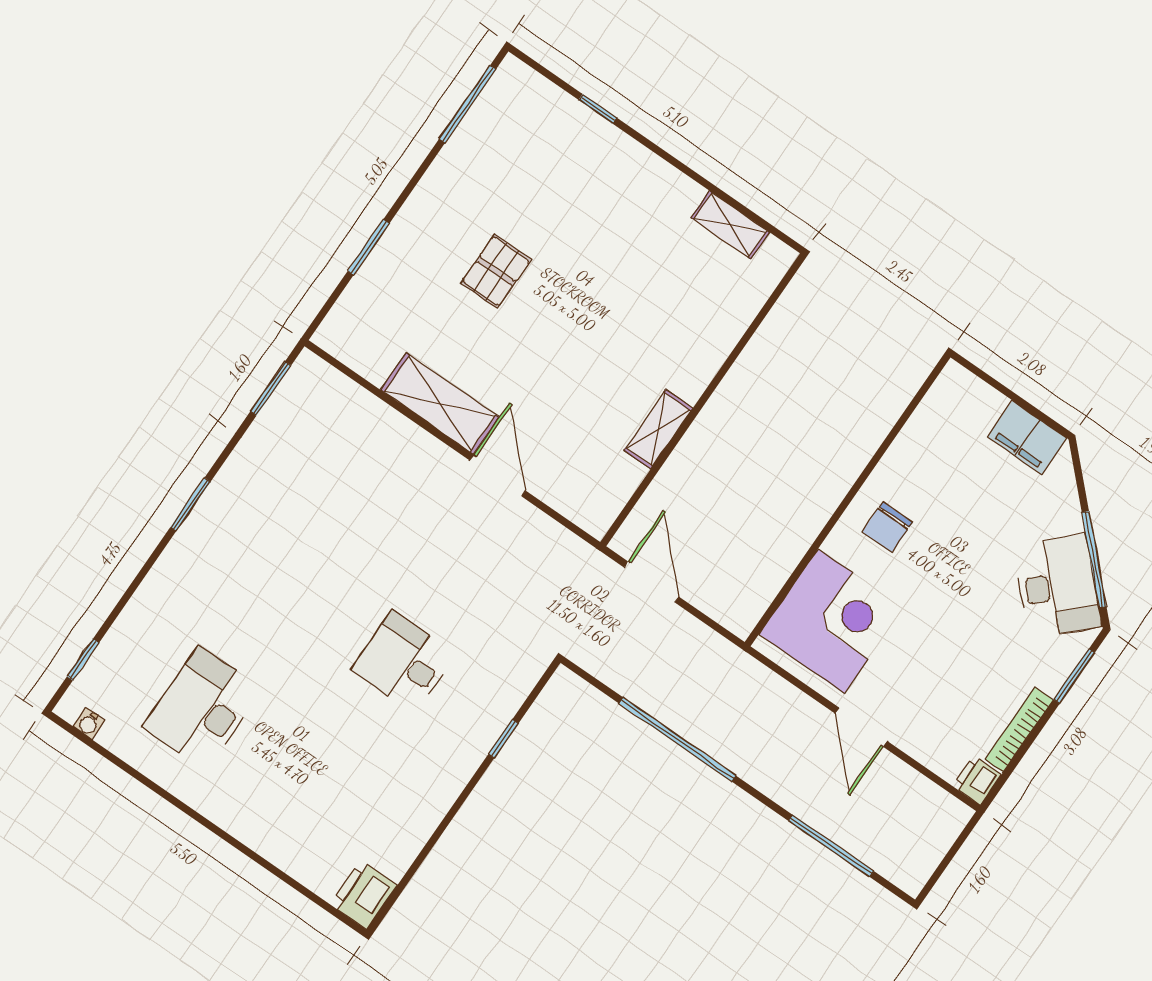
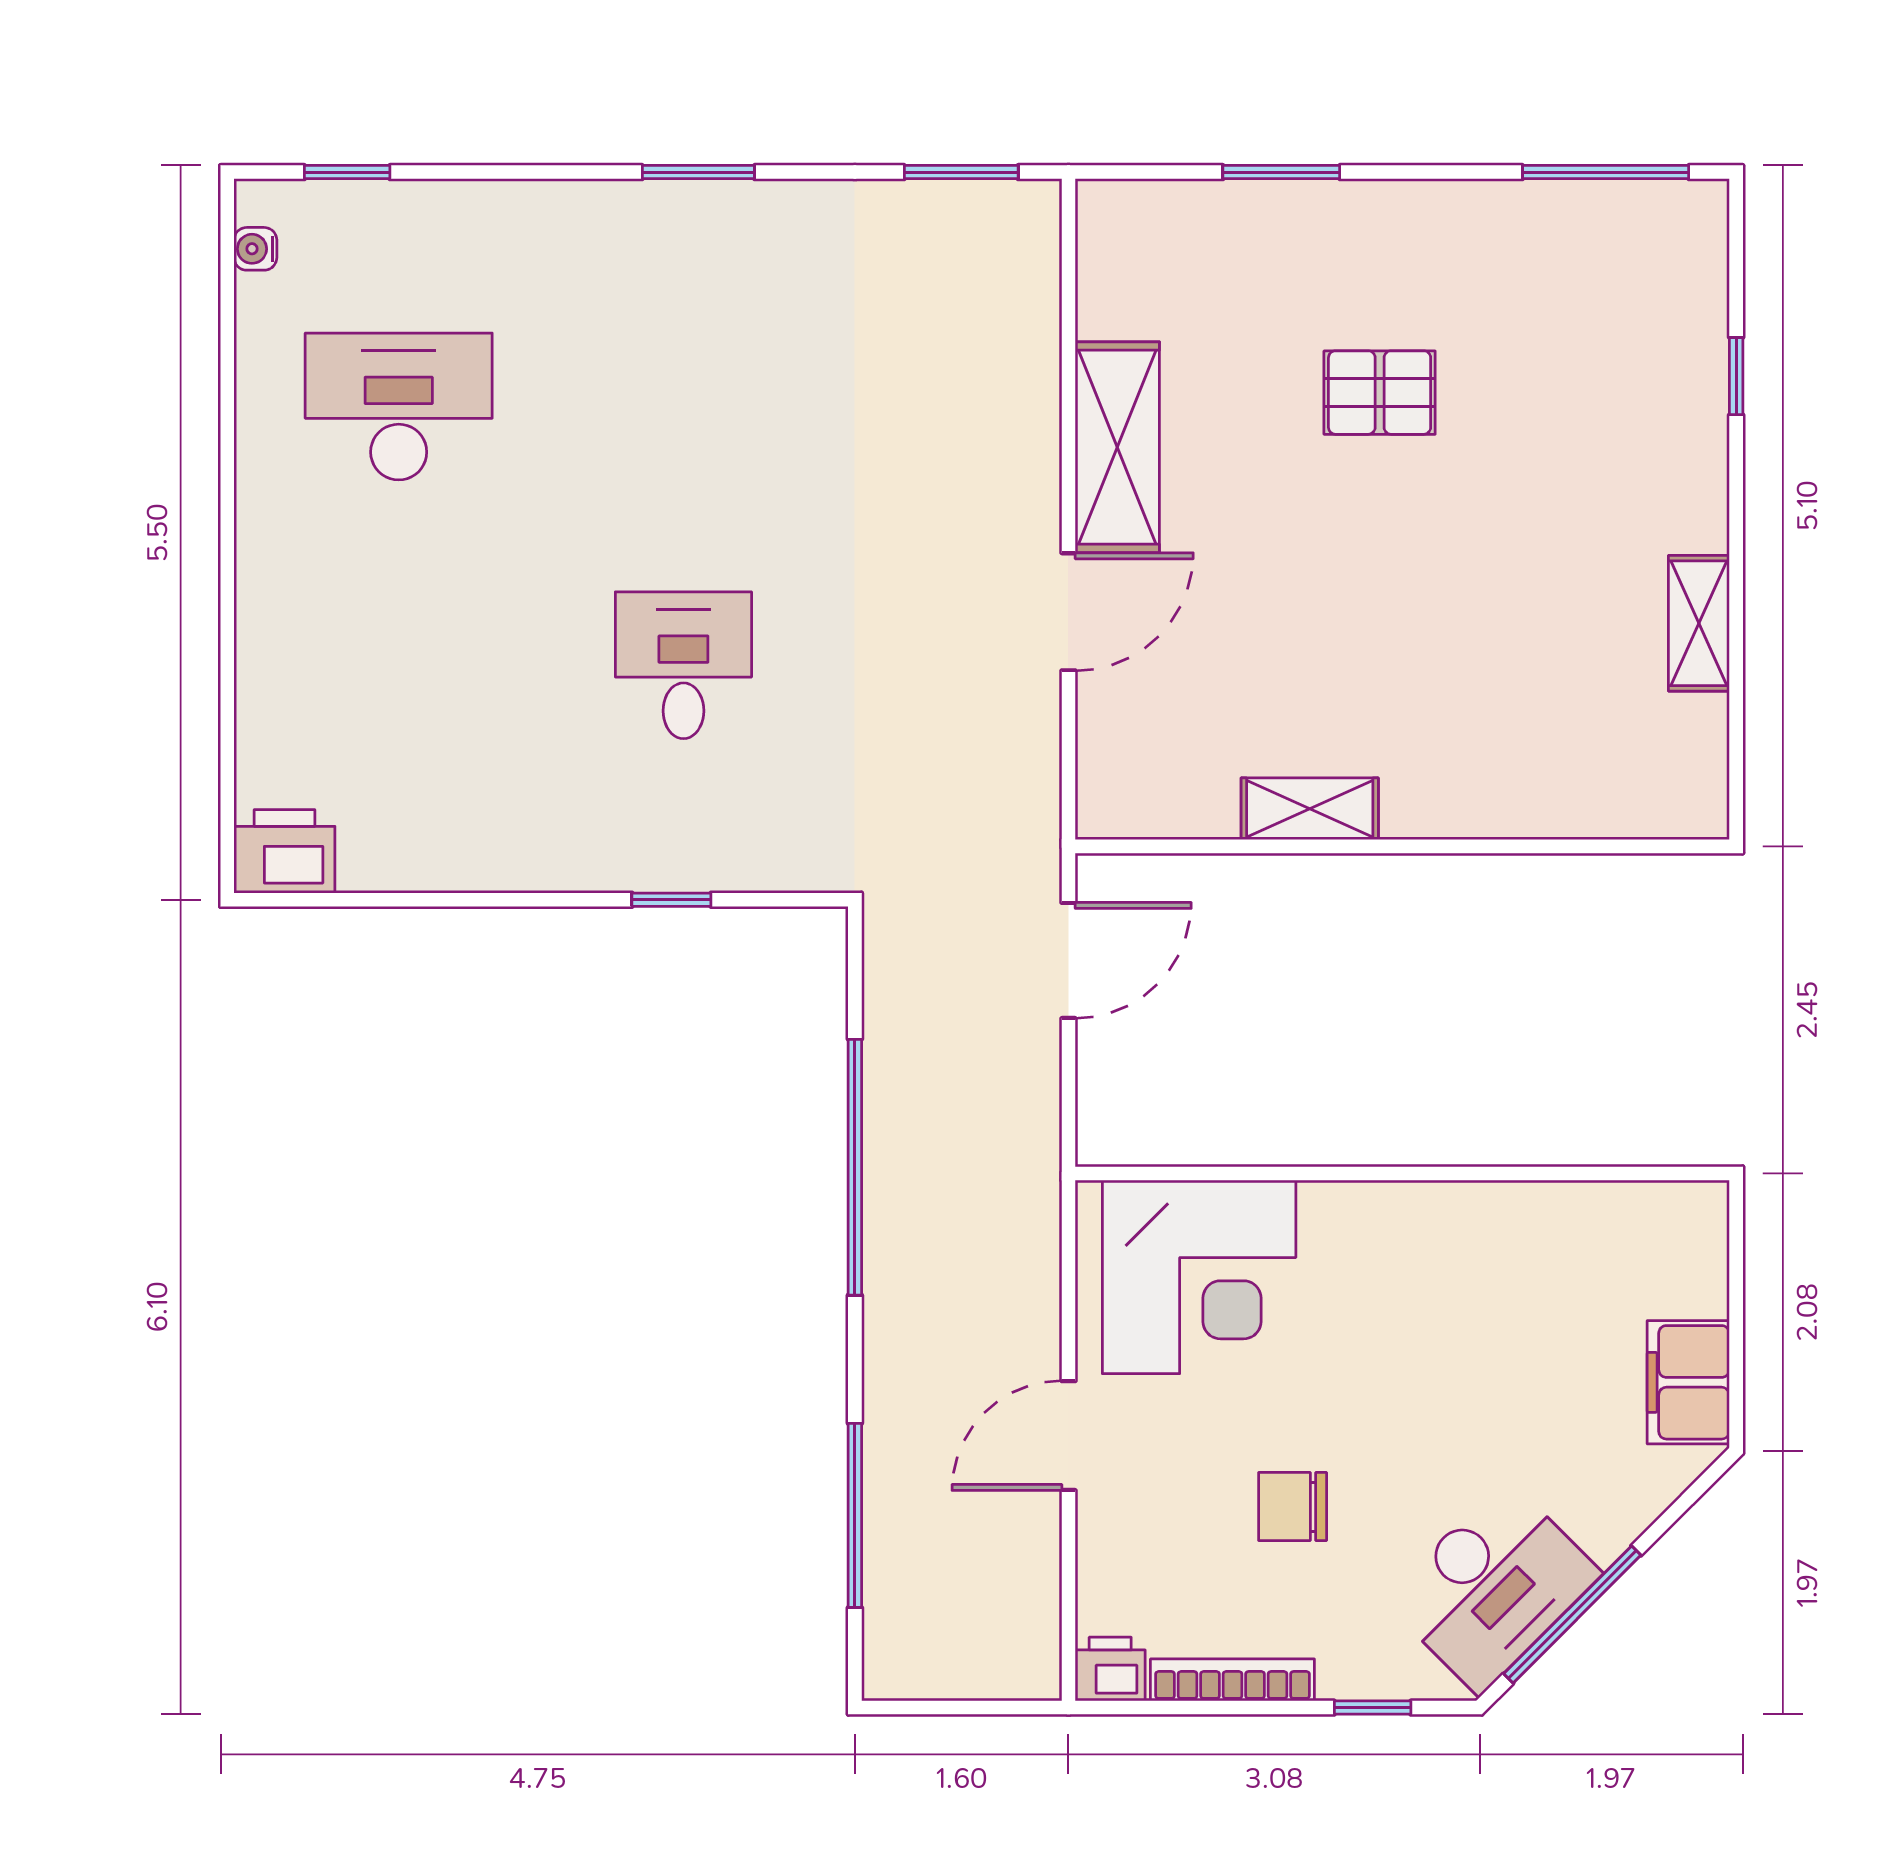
shelving: (730, 225) -> (1699, 623), moved
chair: (887, 527) -> (1293, 1507), moved
window: (1074, 676) -> (1373, 1708), width x0.67

